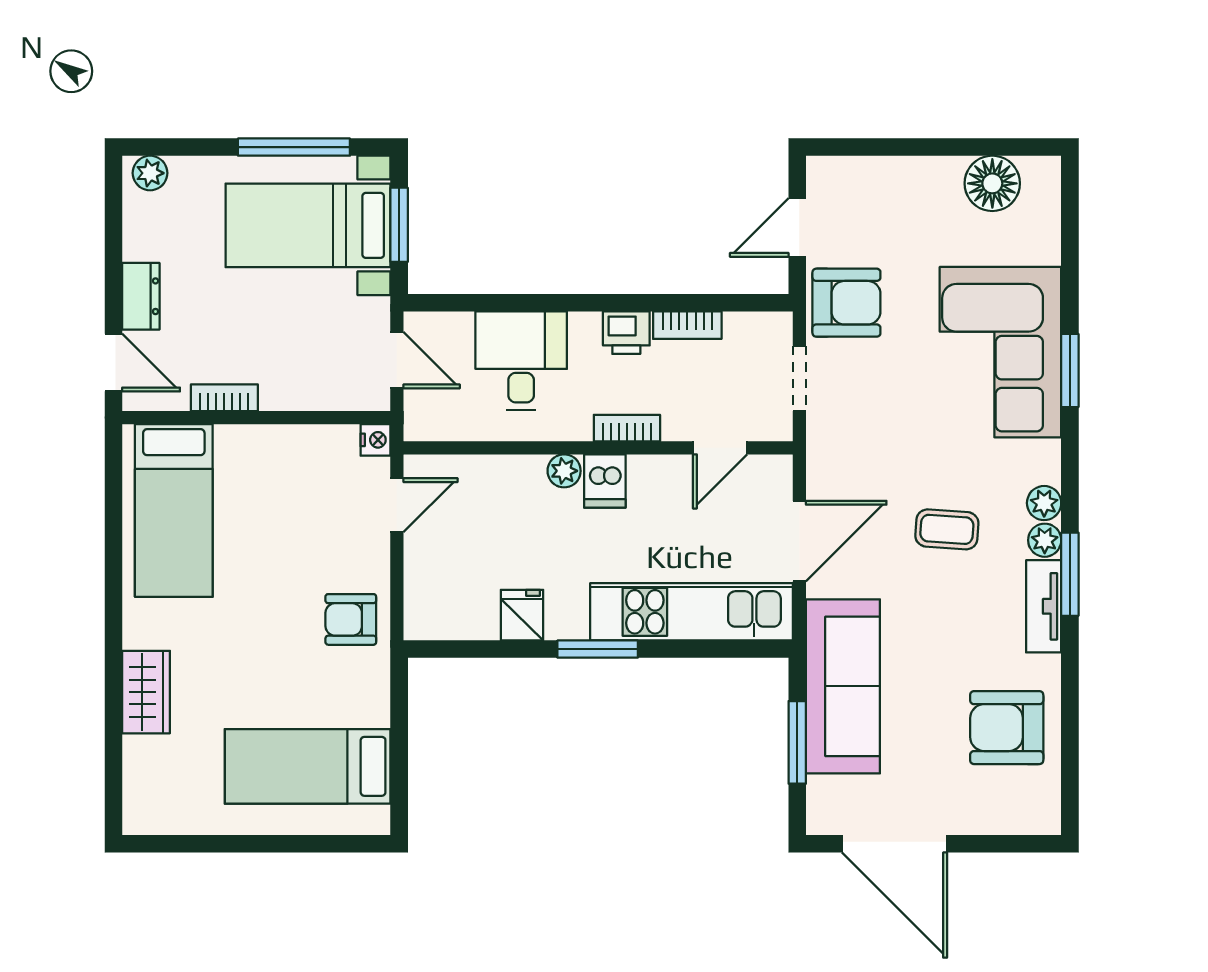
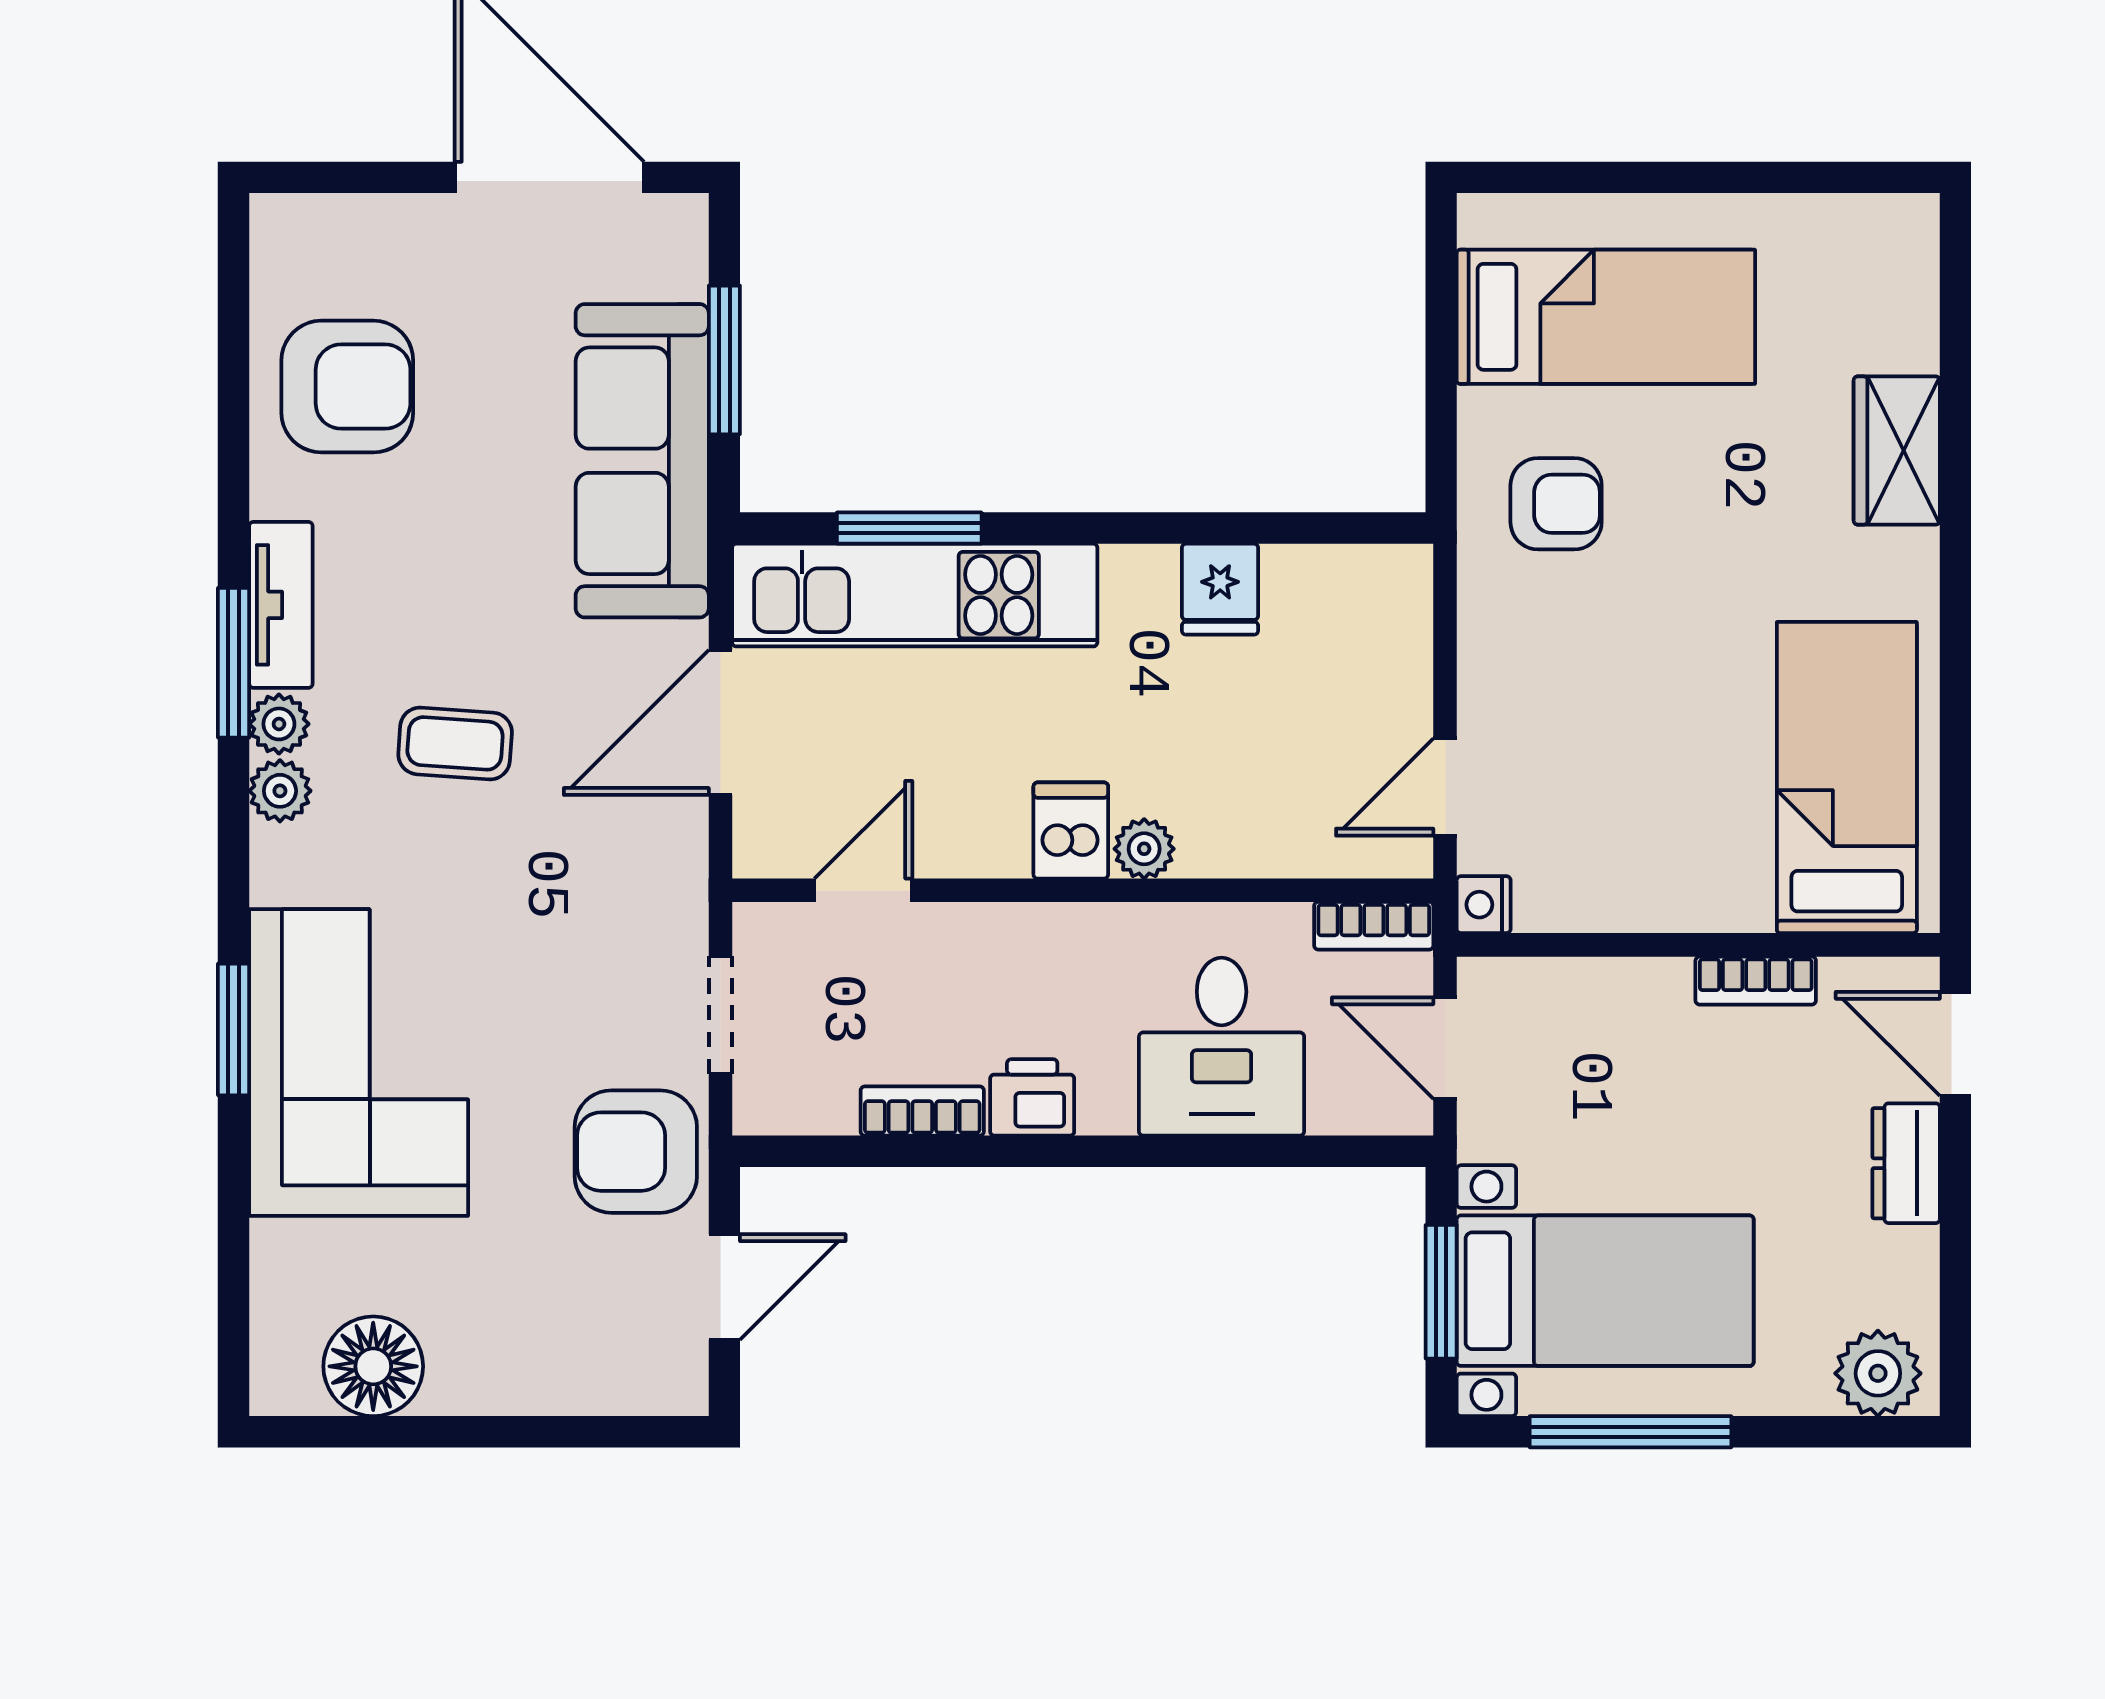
plant: (150, 173) -> (1878, 1373), width x1.38, depth x1.38
bookcase: (627, 428) -> (1374, 926), moved
armchair: (351, 619) -> (1556, 504), moved
window: (598, 649) -> (909, 528), moved

